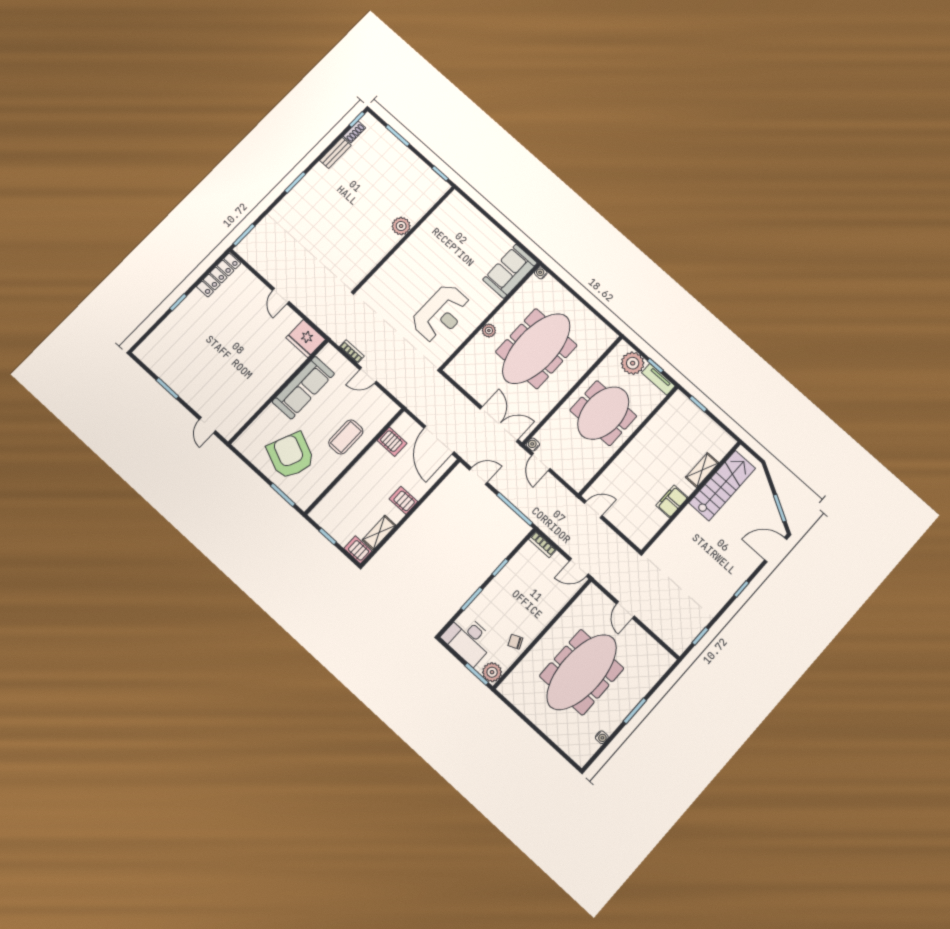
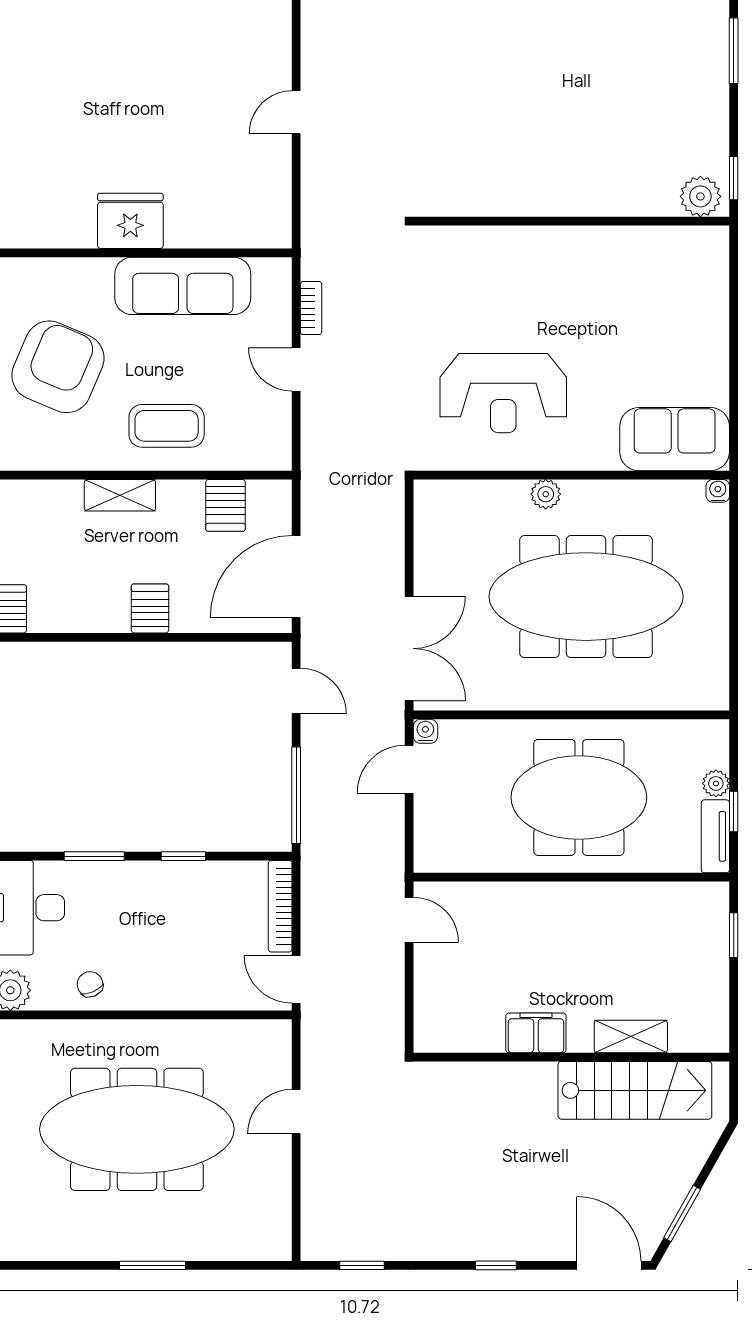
plant: (401, 226) -> (700, 196), moved
fridge: (306, 339) -> (130, 221), moved, turned 90
plant: (633, 363) -> (716, 783), width x0.53, depth x0.53
shelving: (379, 533) -> (120, 495), moved
bookcase: (542, 544) -> (280, 906), width x1.56
water cooler: (602, 737) -> (65, 1250), removed

